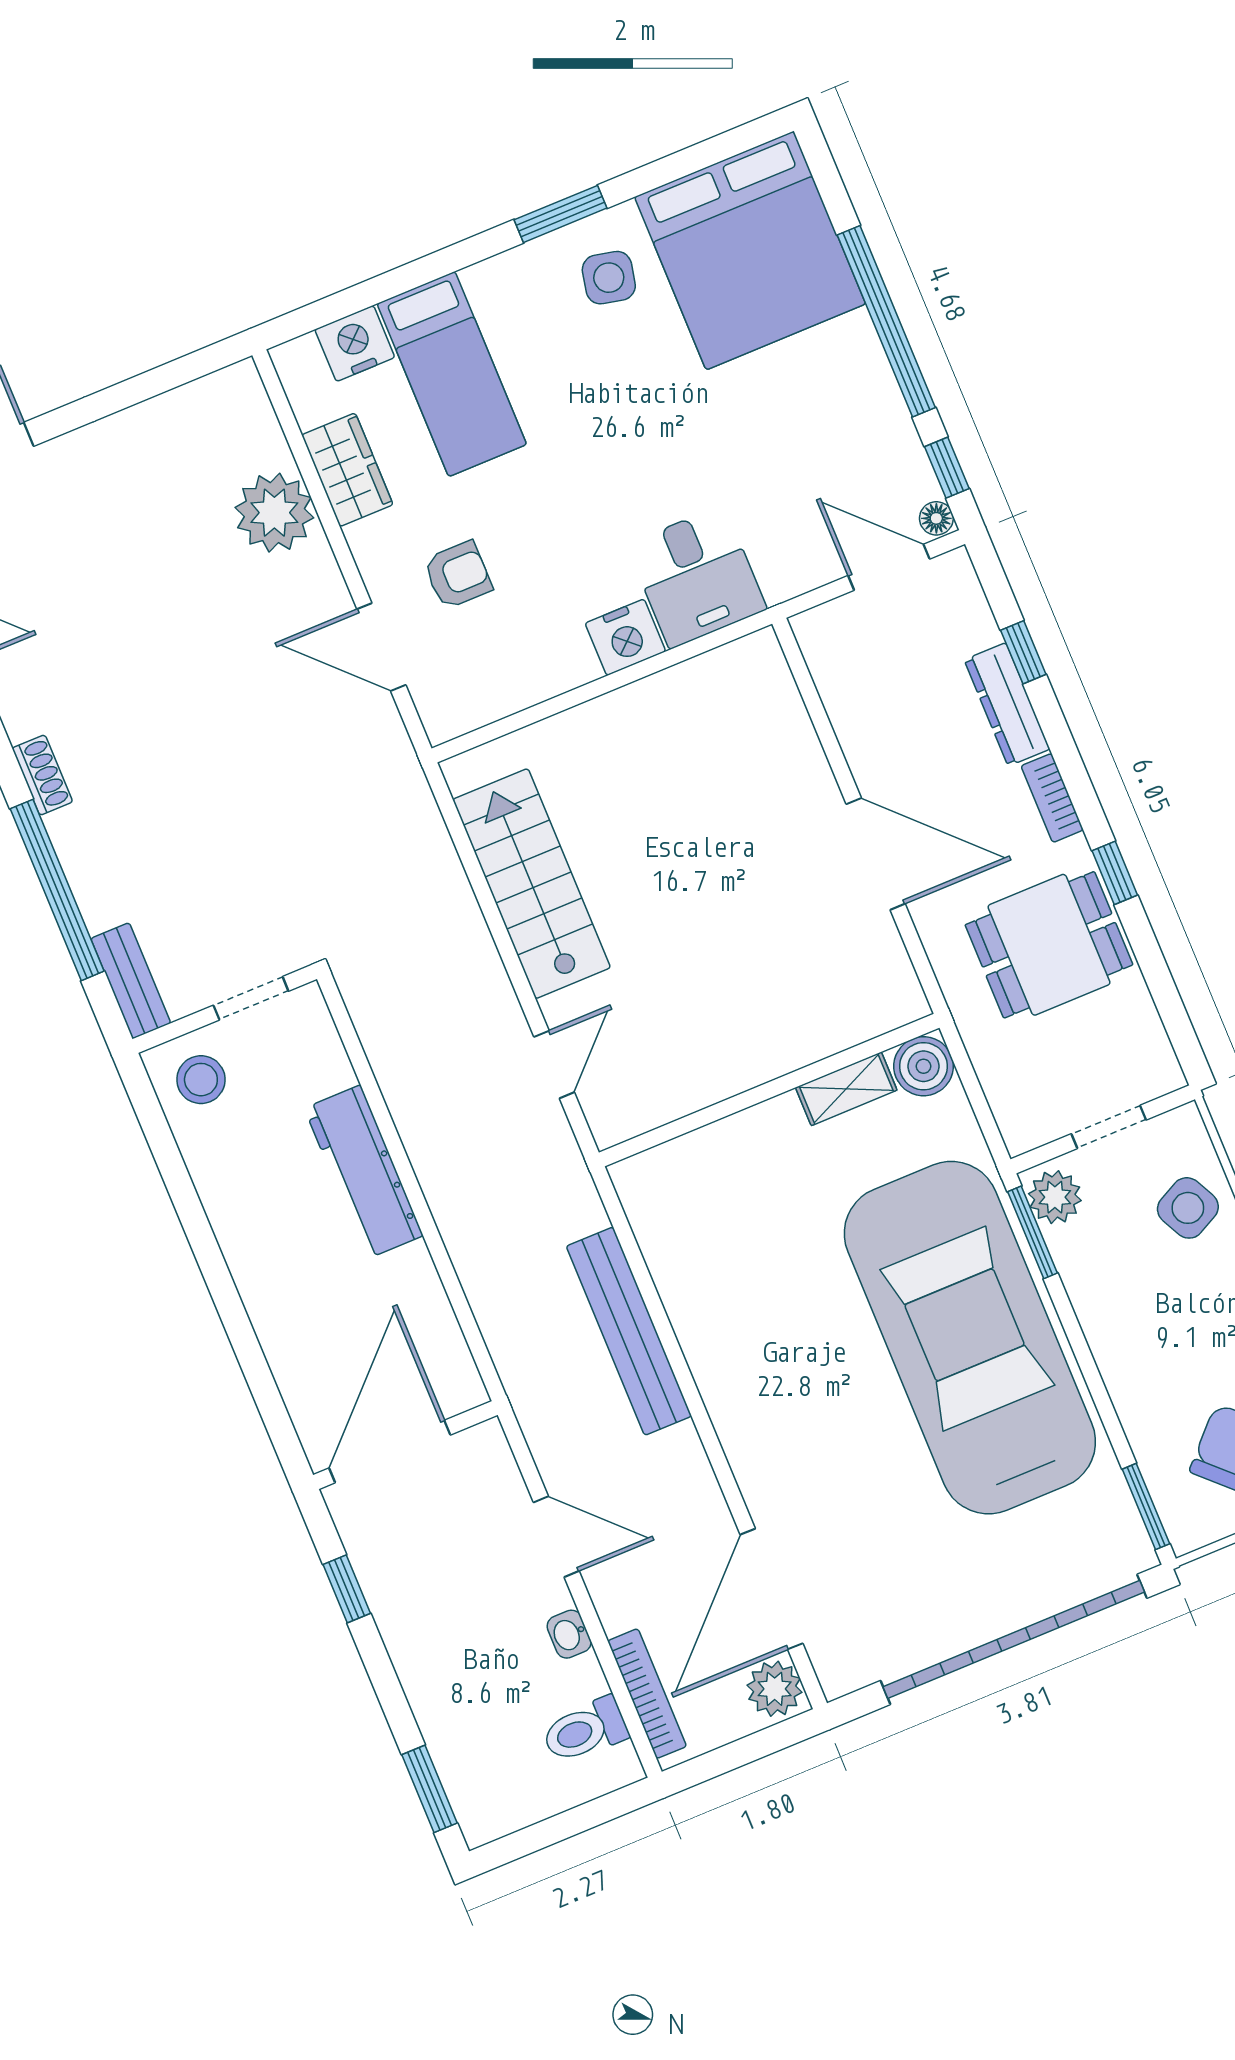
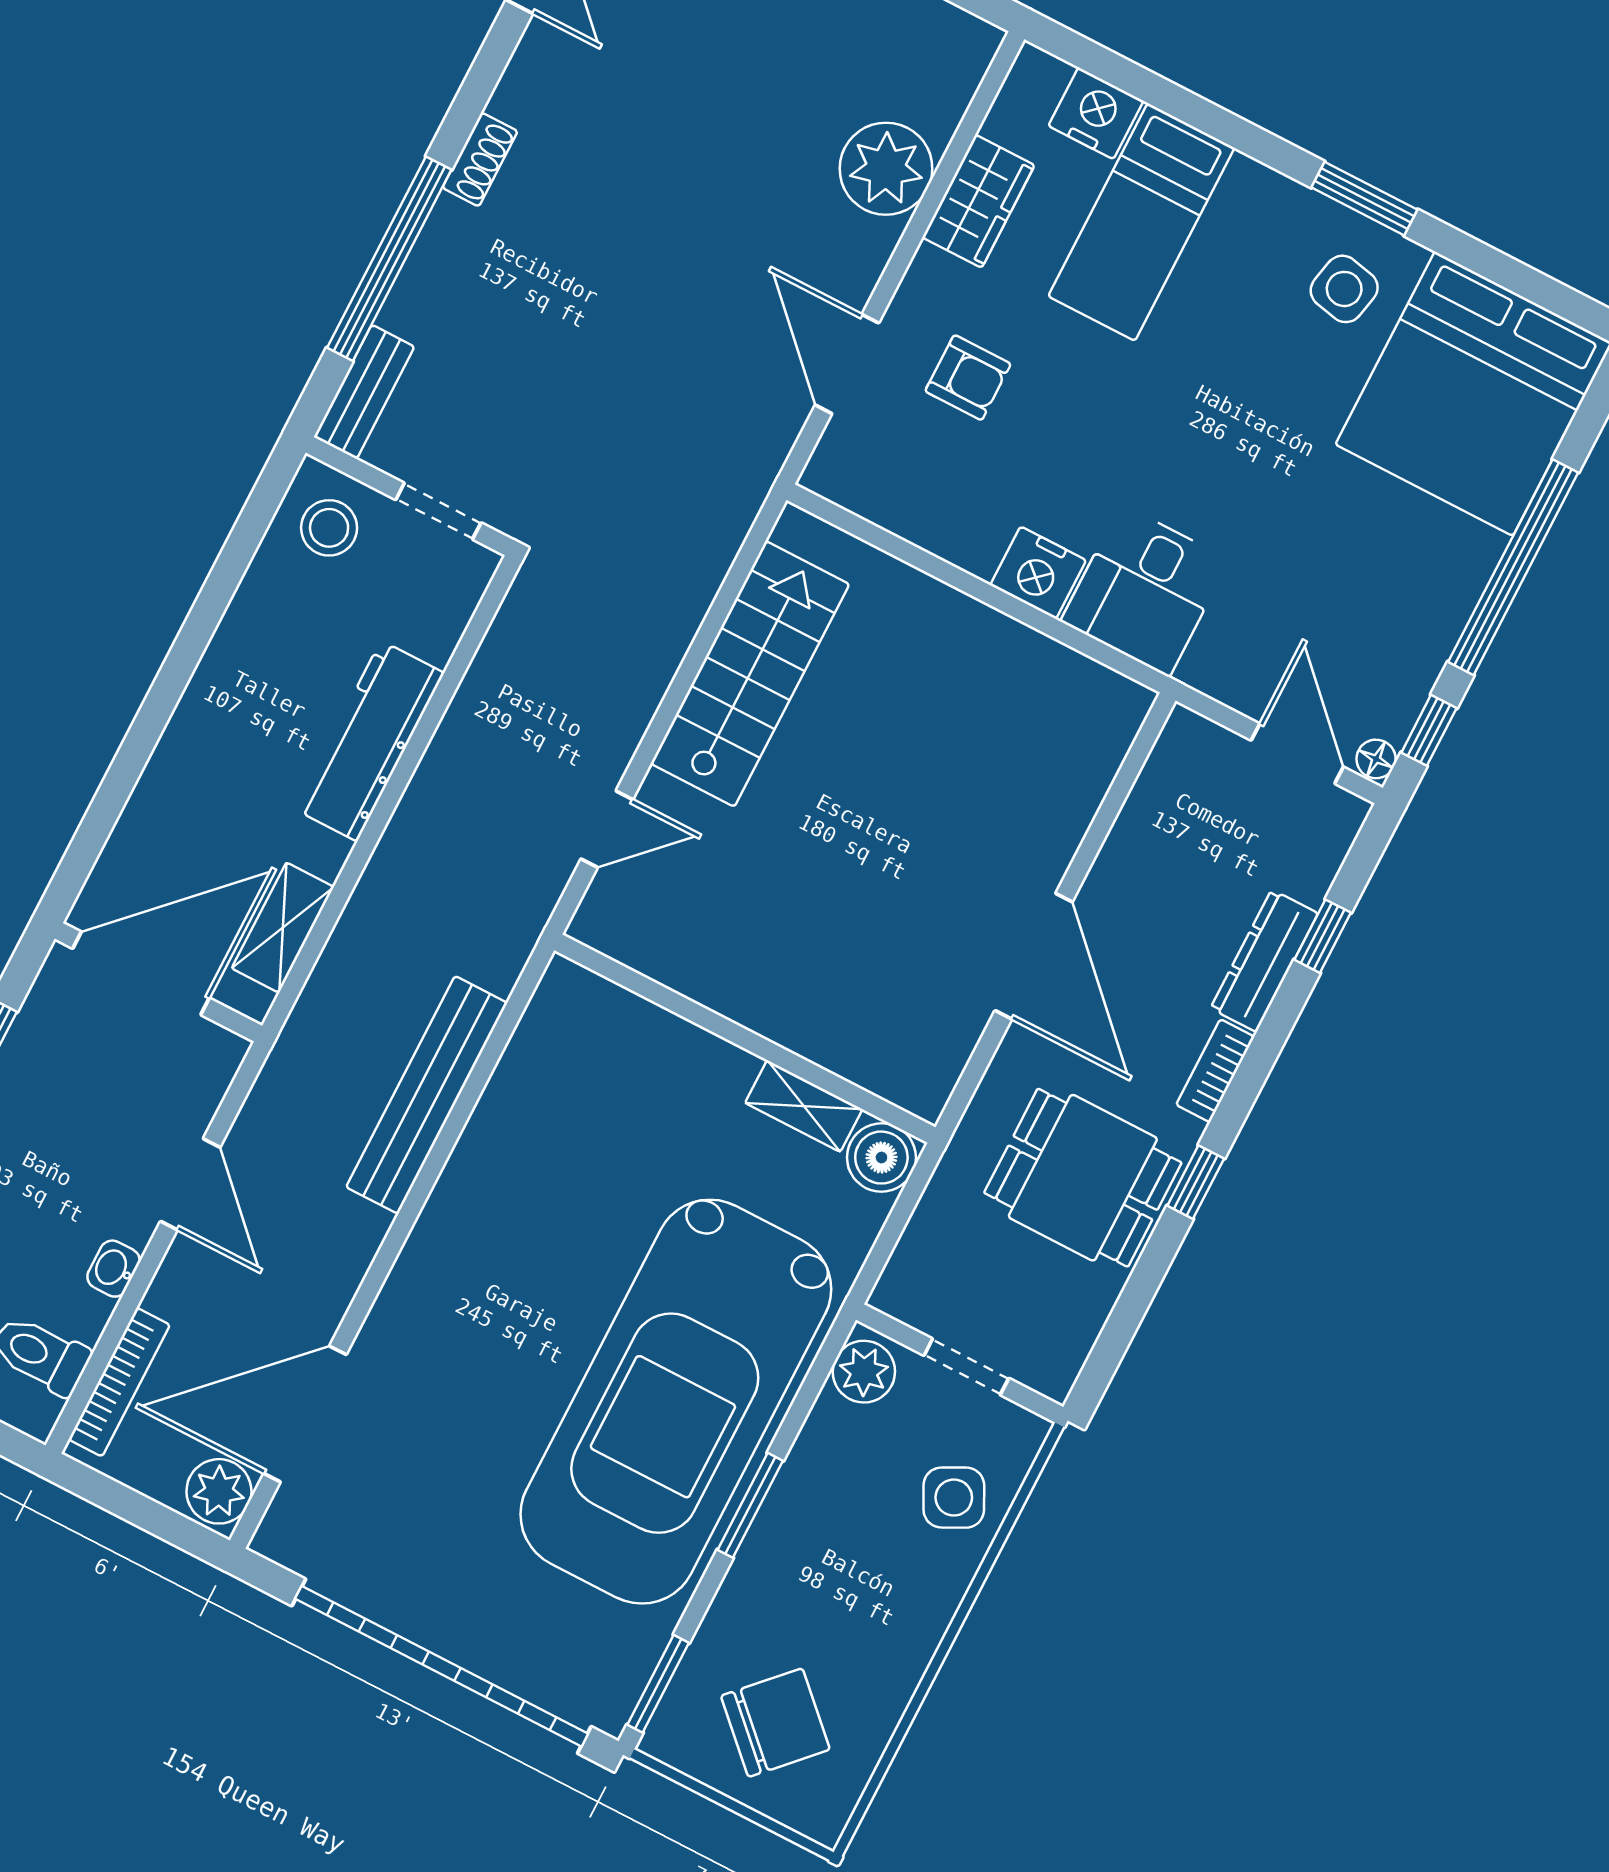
window: (1032, 1232) -> (750, 1505), moved
shelving: (439, 1333) -> (283, 928), added
car: (970, 1338) -> (676, 1402), turned 180

